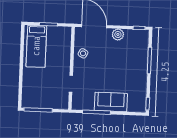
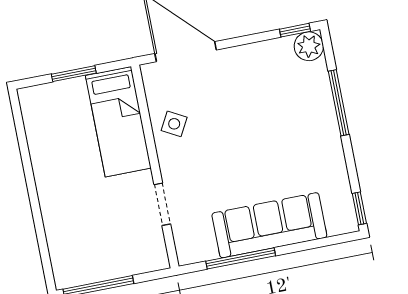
plant: (118, 35) -> (309, 46), moved
bed: (36, 46) -> (118, 122), moved
sofa: (111, 102) -> (269, 225), width x1.36

